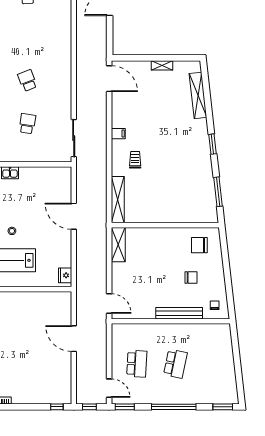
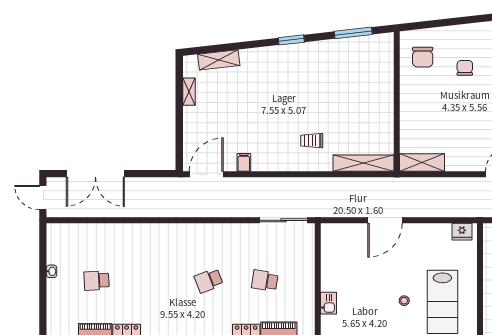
shelving: (162, 65) -> (189, 92), moved
shelving: (198, 95) -> (219, 60), width x0.68
filing cabinet: (118, 134) -> (244, 162), moved

